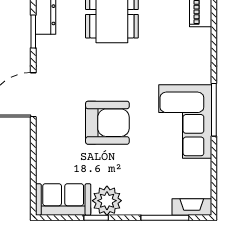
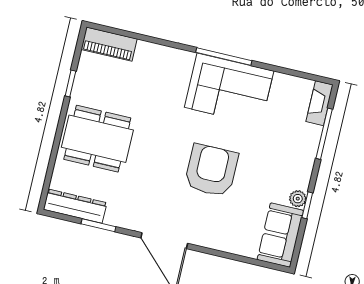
plant: (107, 201) -> (298, 199), width x0.53, depth x0.53

